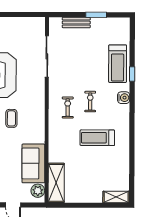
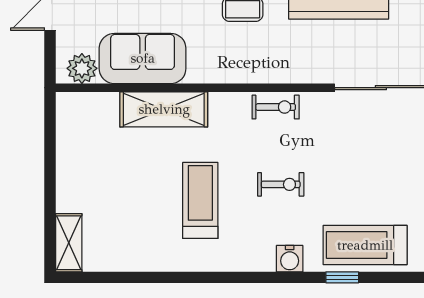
exercise bike: (68, 108) -> (276, 107), moved
shelving: (56, 183) -> (164, 109), moved

